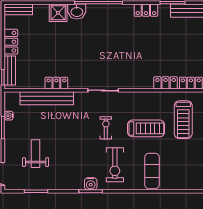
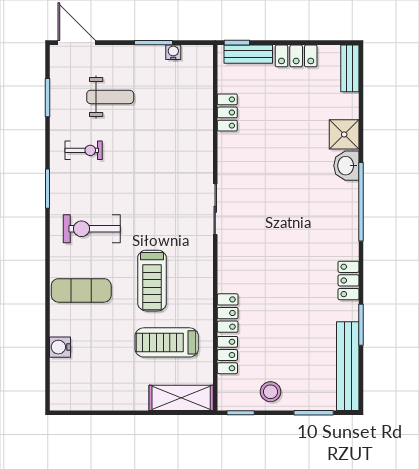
locker: (56, 83) -> (227, 112), moved
bench: (47, 98) -> (202, 116), removed
exercise bike: (106, 128) -> (84, 150), moved
water cooler: (91, 184) -> (60, 347), moved

